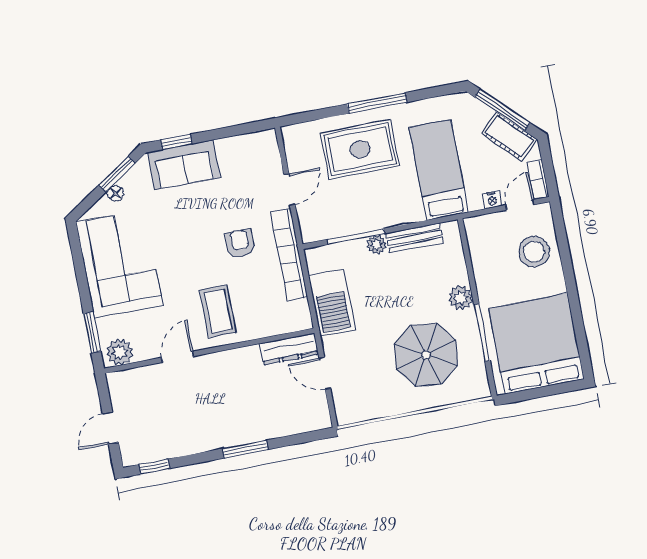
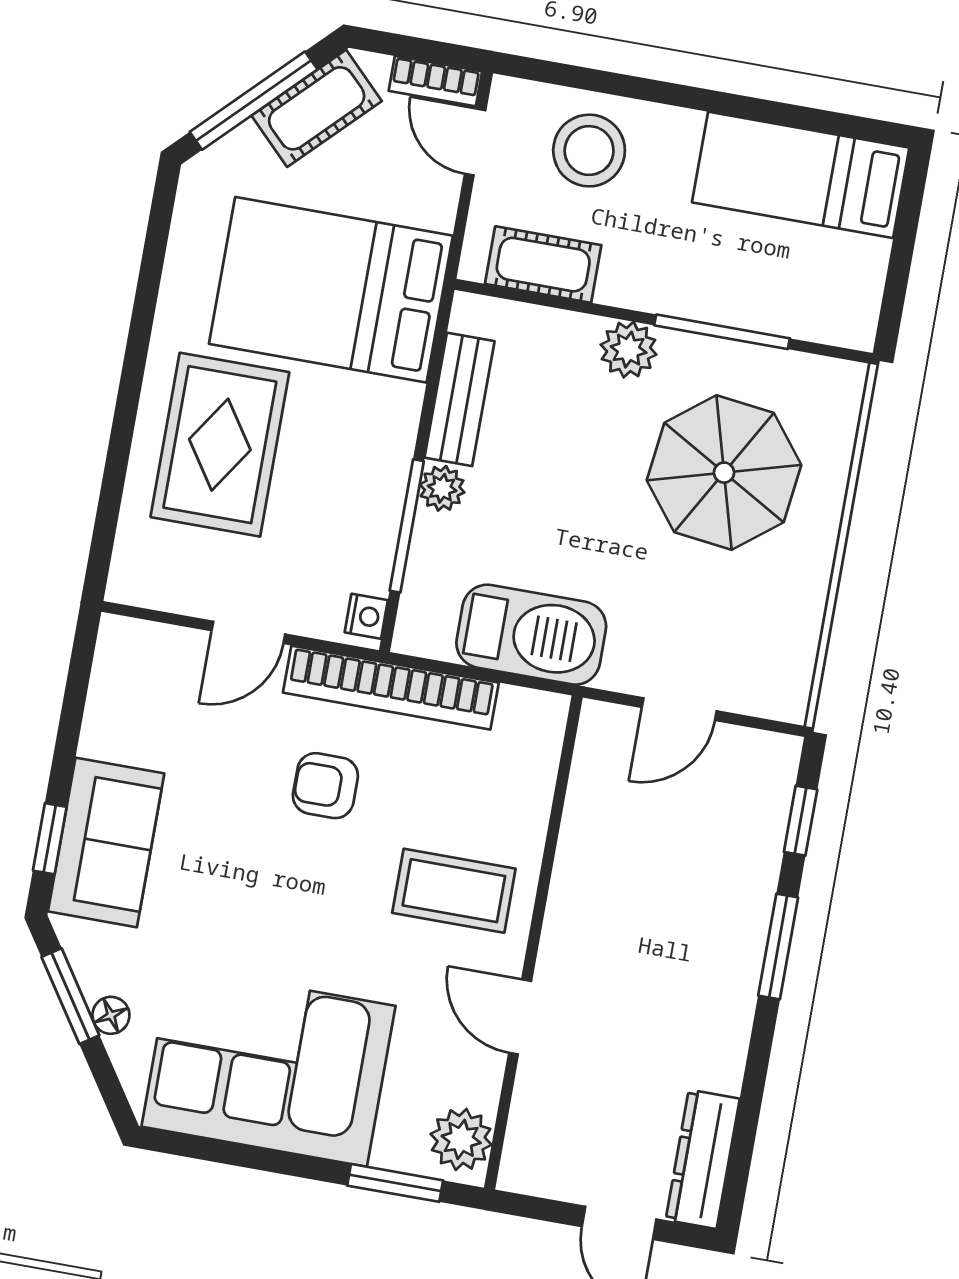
window: (377, 103) -> (134, 368), removed
bed: (439, 170) -> (331, 290), width x1.50
door: (289, 189) -> (248, 632), swing flipped
nightstand: (492, 200) -> (366, 616), moved
cot: (481, 251) -> (543, 265), added
bed: (536, 344) -> (801, 175), width x0.49
dresser: (289, 349) -> (703, 1159), moved, turned 180
window: (154, 467) -> (801, 821), moved

